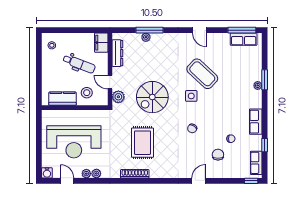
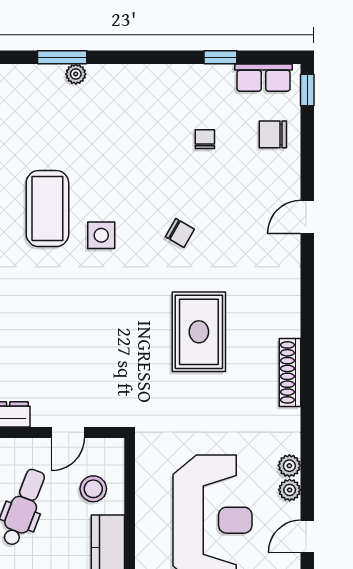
coffee table: (202, 74) -> (47, 209), turned -43
plant: (118, 97) -> (103, 412), removed
spiral stairs: (152, 97) -> (104, 330), removed
row of seats: (256, 122) -> (163, 79), removed
rug: (142, 143) -> (199, 332), moved, turned 90
chair: (218, 155) -> (273, 134), moved
door: (199, 181) -> (307, 217), hinge flipped

